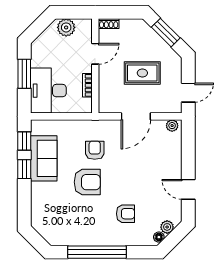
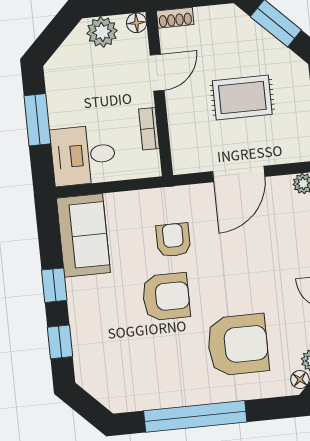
floor lamp: (86, 24) -> (137, 23), added
desk: (48, 91) -> (83, 155), width x0.73
window: (24, 141) -> (60, 342), moved
sofa: (44, 158) -> (83, 235), moved
armchair: (125, 214) -> (238, 345), width x1.88, depth x1.88

